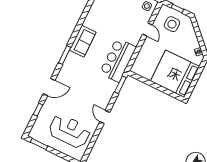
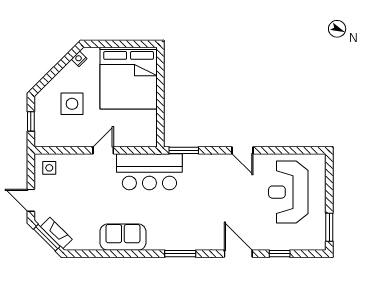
side table: (172, 24) -> (72, 104), moved
door: (147, 30) -> (103, 150), moved
sofa: (83, 41) -> (123, 237), moved
door: (105, 117) -> (243, 150), hinge flipped

